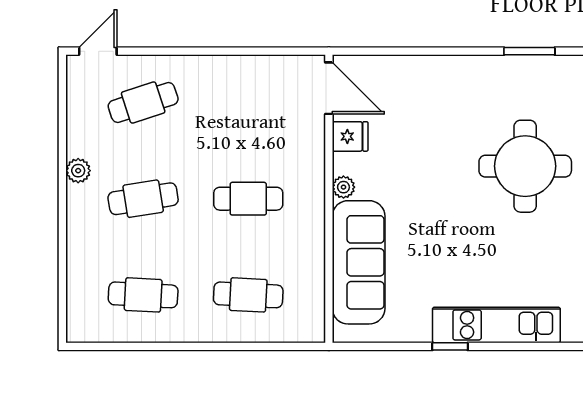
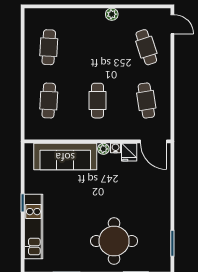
door: (329, 88) -> (154, 141), hinge flipped
water cooler: (342, 163) -> (116, 148), added
cafe table: (143, 199) -> (146, 101), moved

